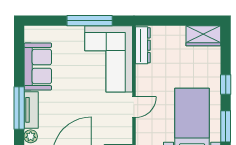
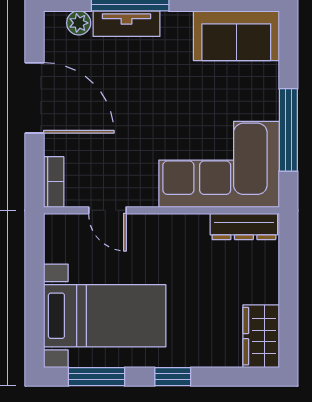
sofa: (38, 67) -> (236, 36), moved
door: (134, 107) -> (107, 210), moved

